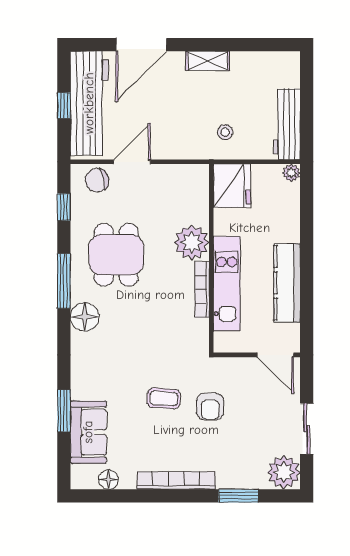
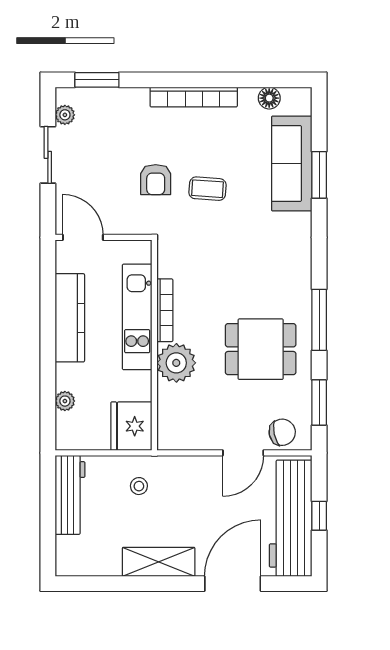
shelving: (208, 61) -> (159, 562), width x1.50, depth x1.33
plant: (291, 173) -> (65, 401), moved
window: (64, 207) -> (319, 402), width x1.50
dining table: (116, 255) -> (261, 349), turned 90
floor lamp: (85, 317) -> (296, 280), removed
armchair: (210, 407) -> (156, 180), turned 180
sofa: (88, 432) -> (292, 164), width x1.36
plant: (284, 472) -> (65, 115), width x0.53, depth x0.53
window: (238, 496) -> (97, 80), moved

